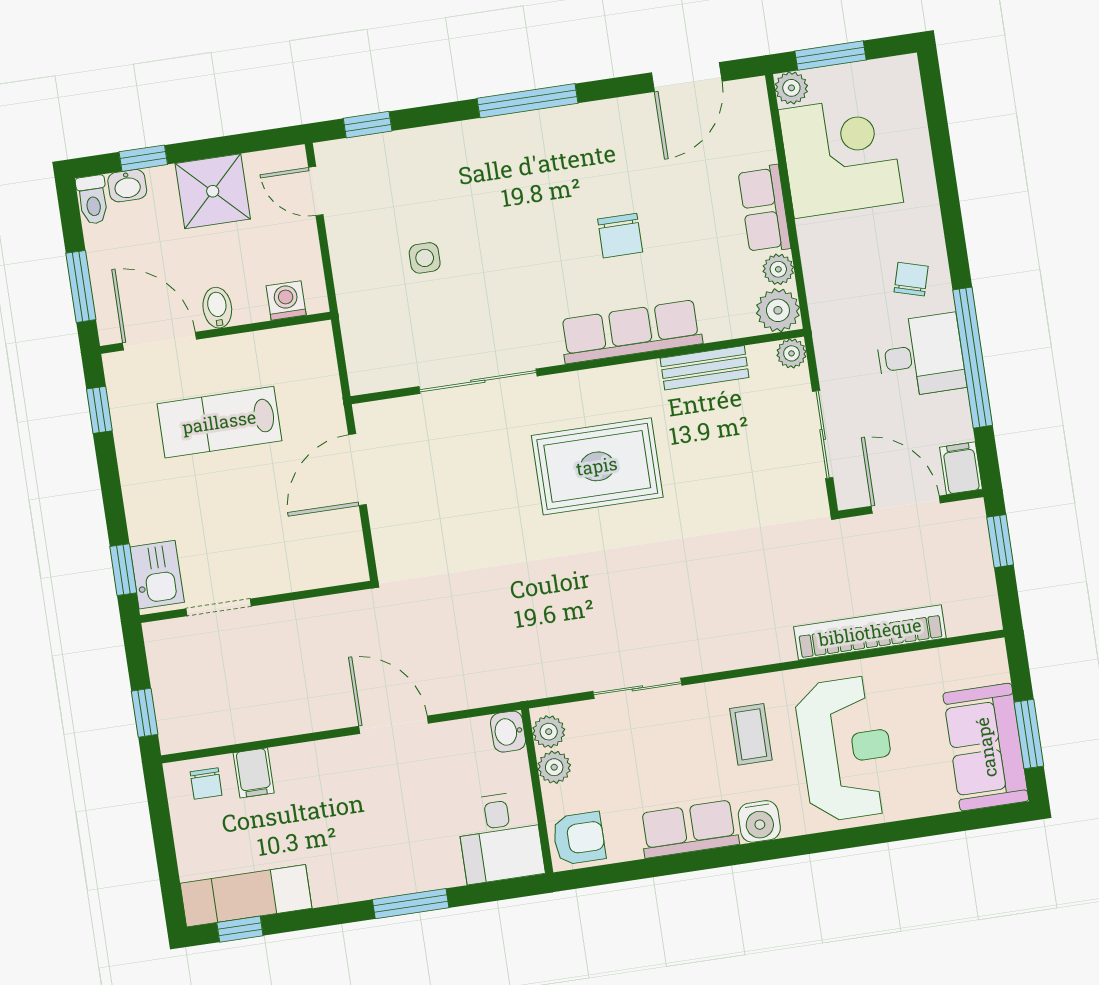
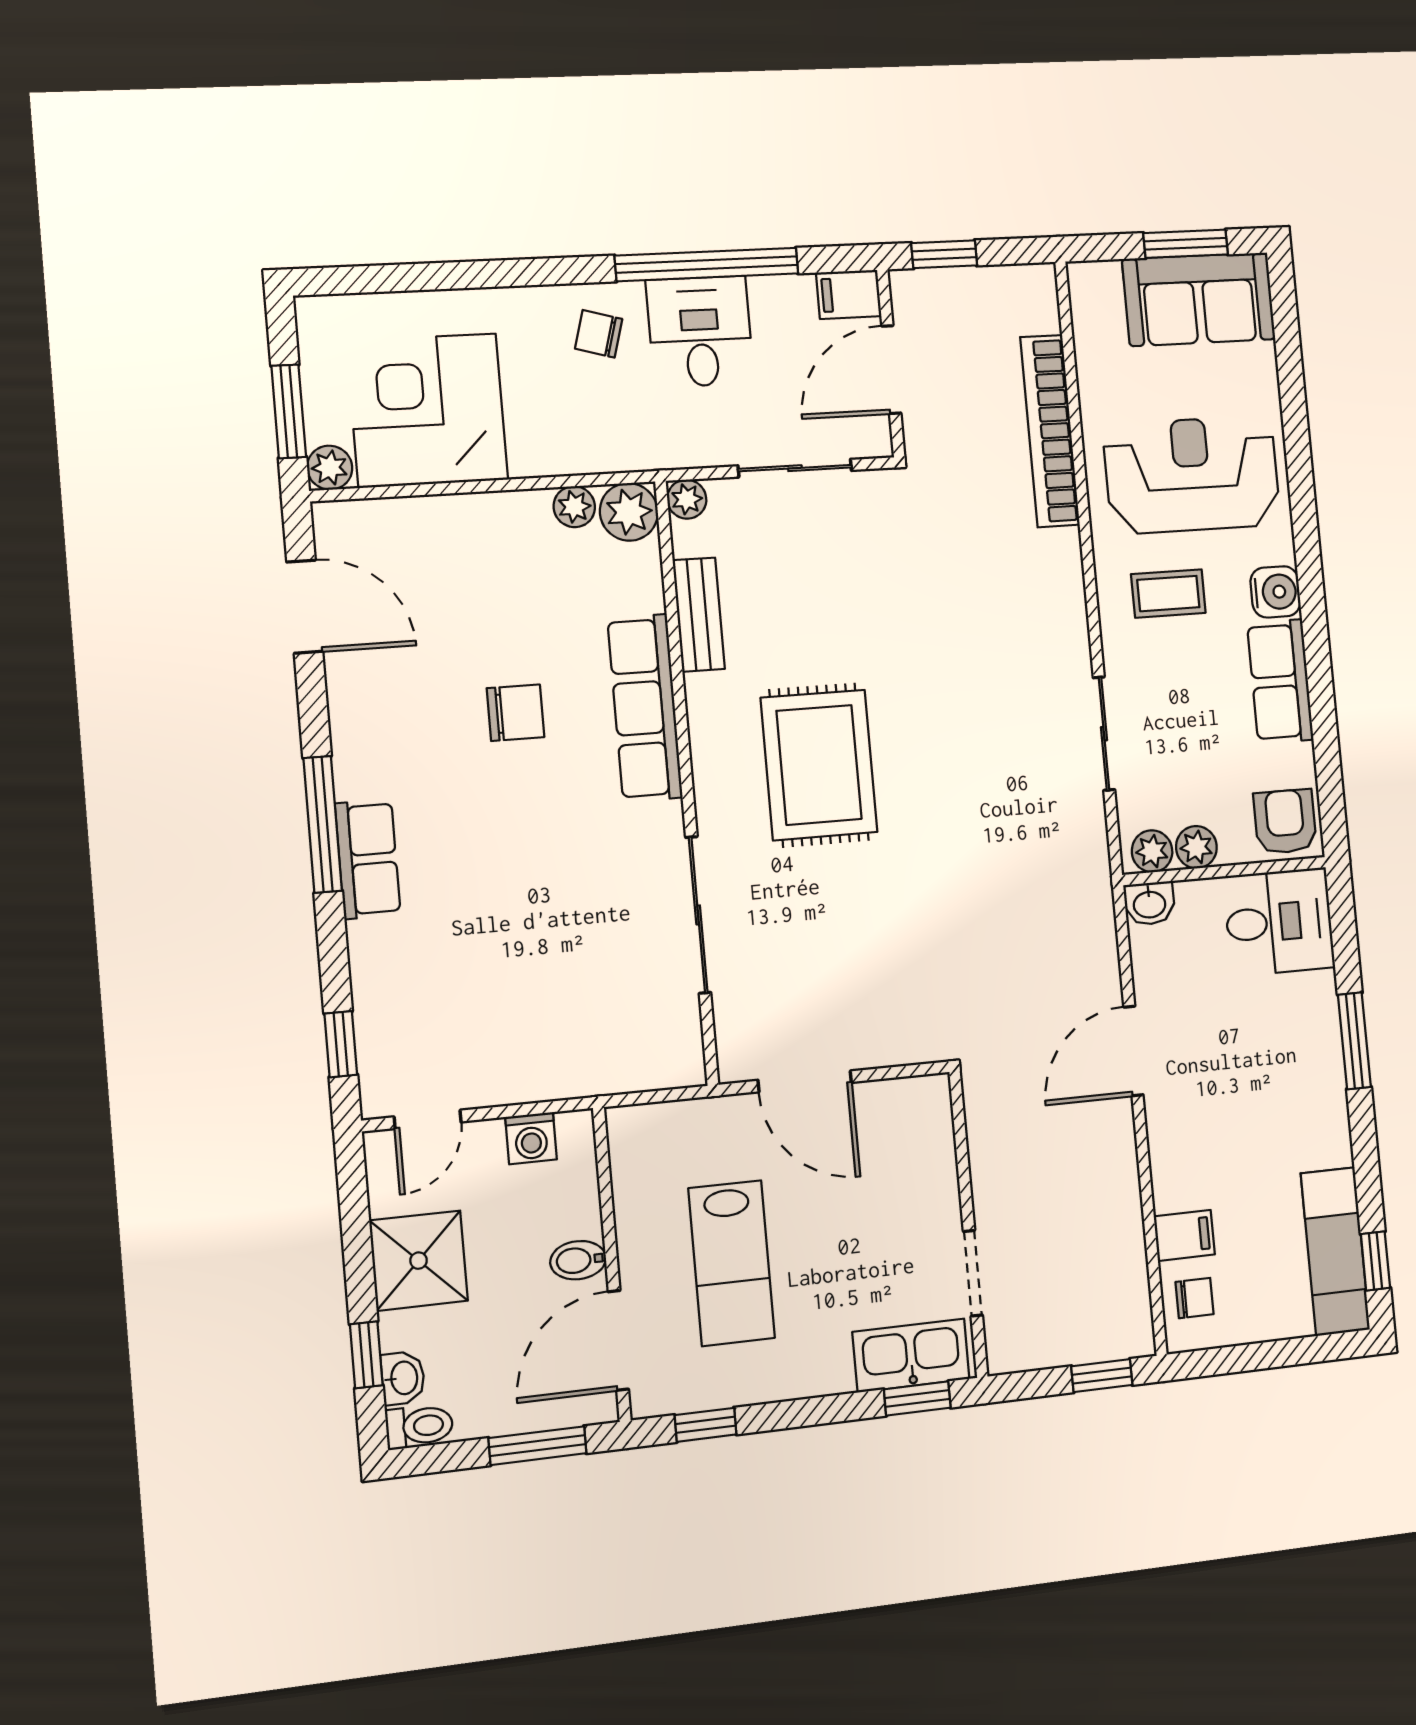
row of seats: (764, 209) -> (368, 859), moved, turned -90
side table: (425, 258) -> (529, 977), removed
washing machine: (286, 300) -> (531, 1138), moved, turned -90
kitchen sink: (157, 575) -> (911, 1355), width x1.38

